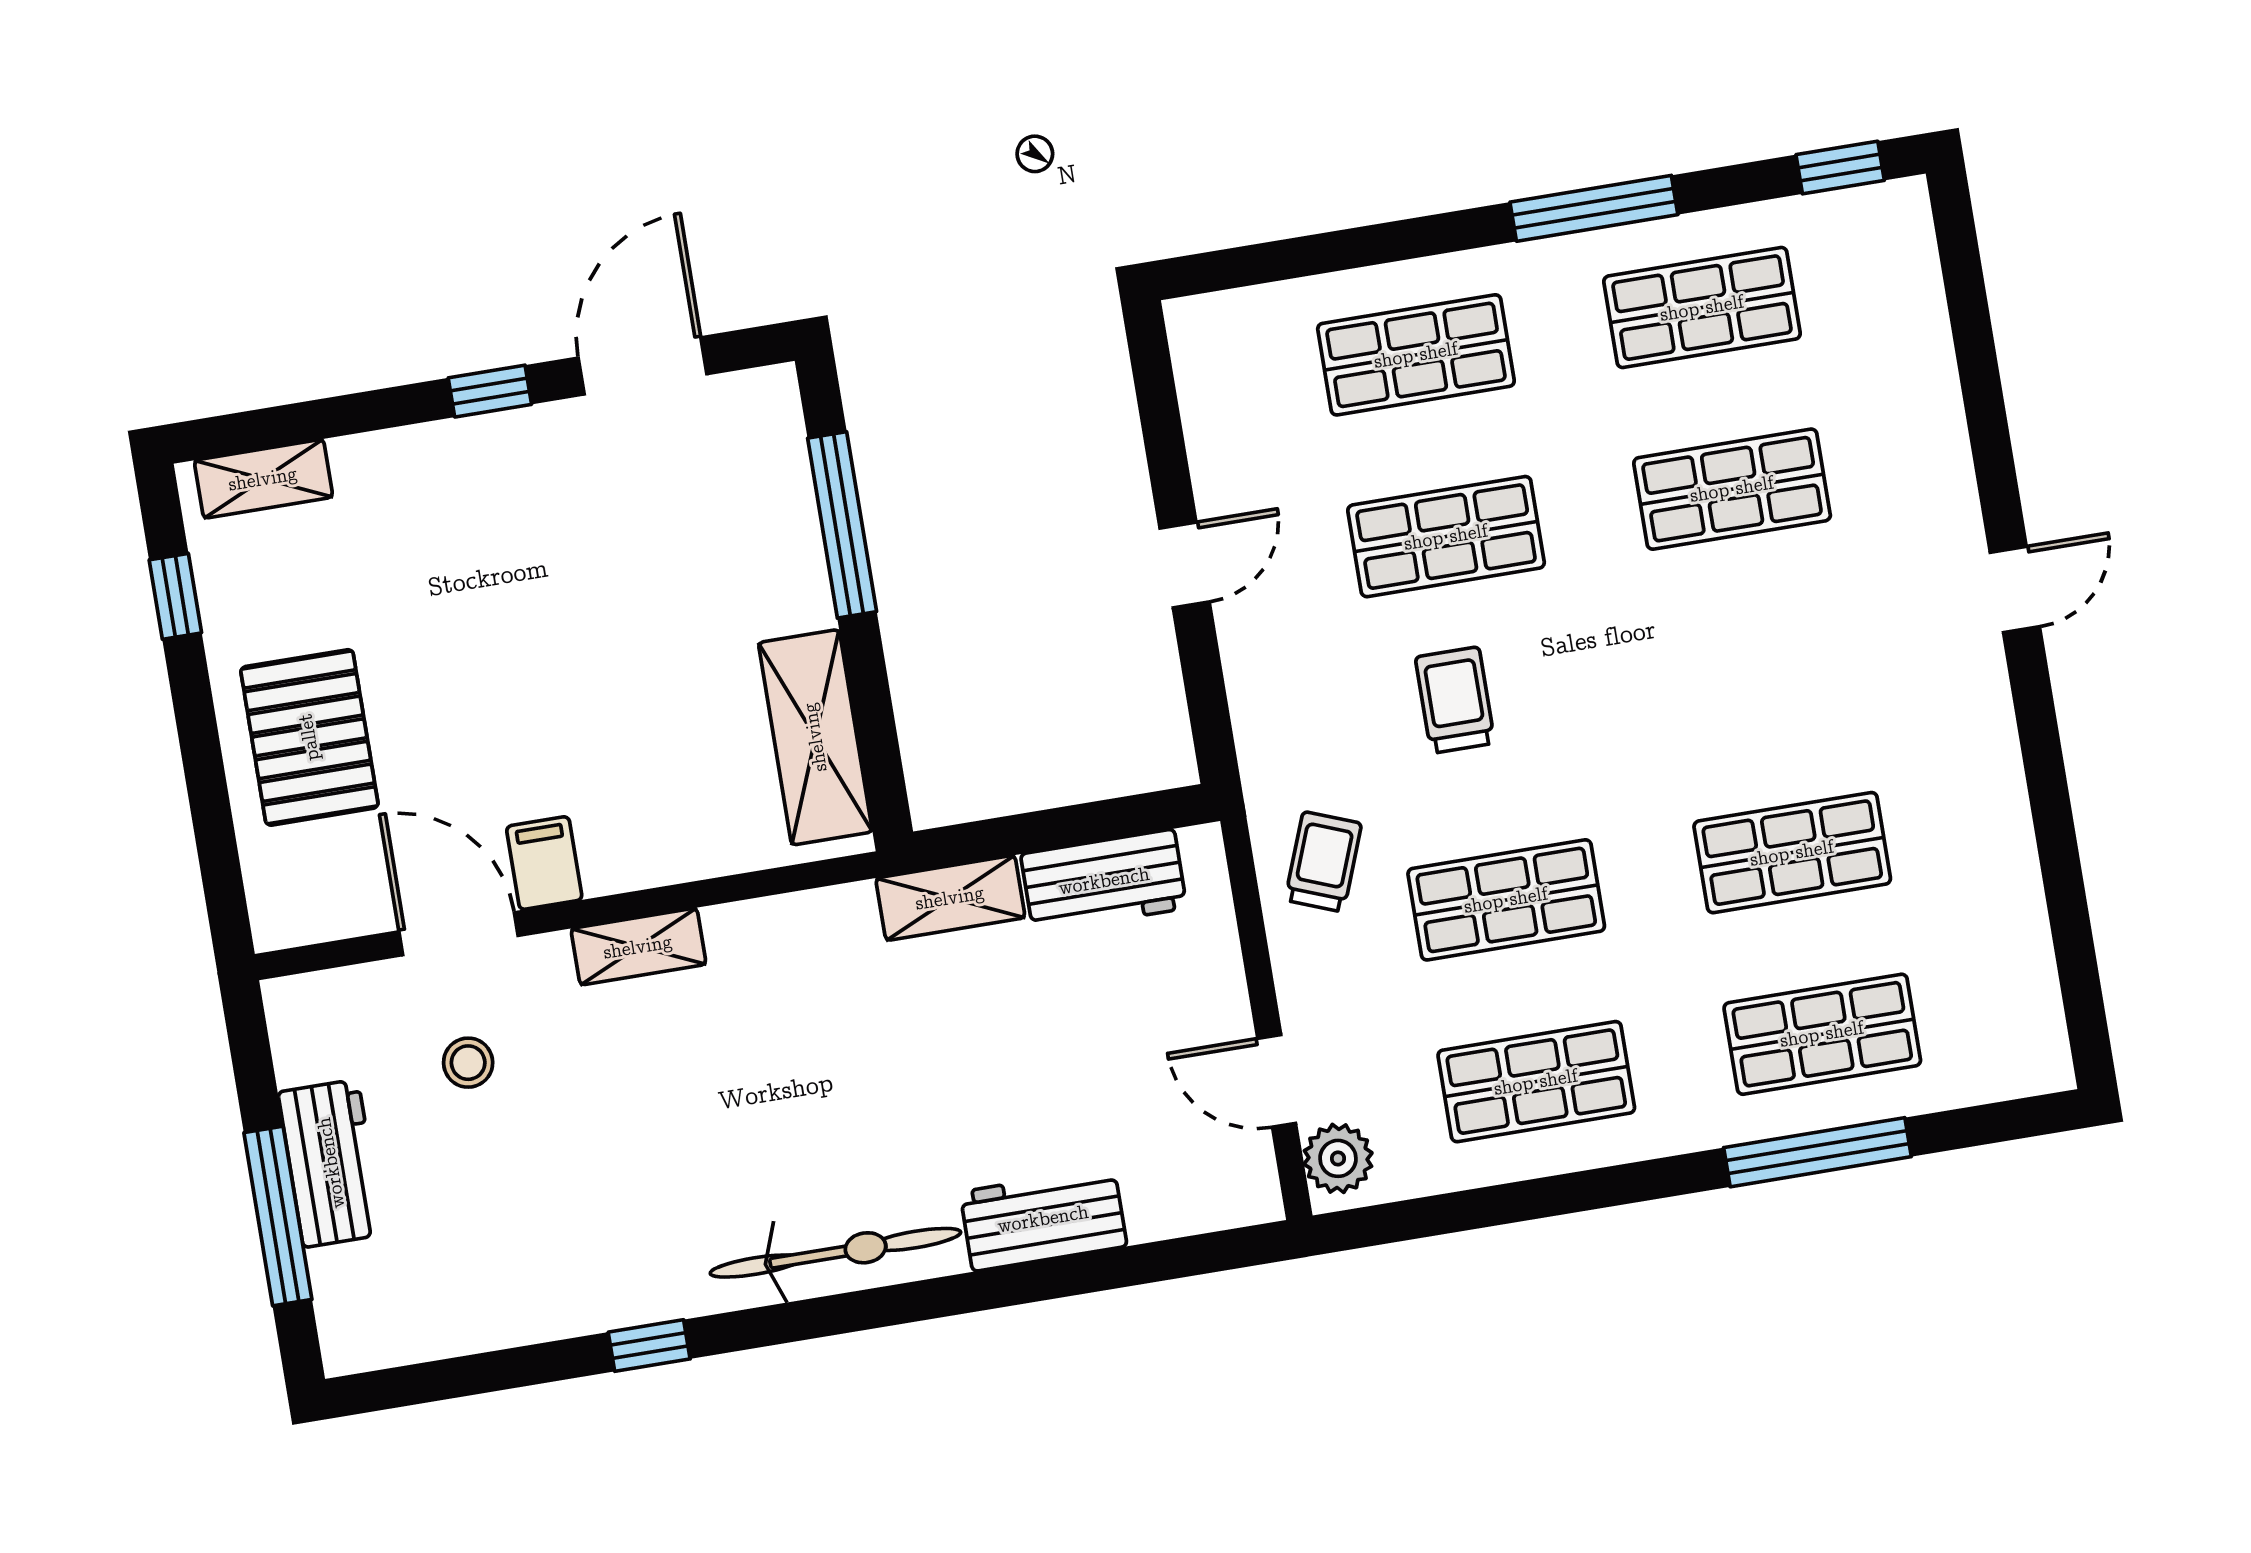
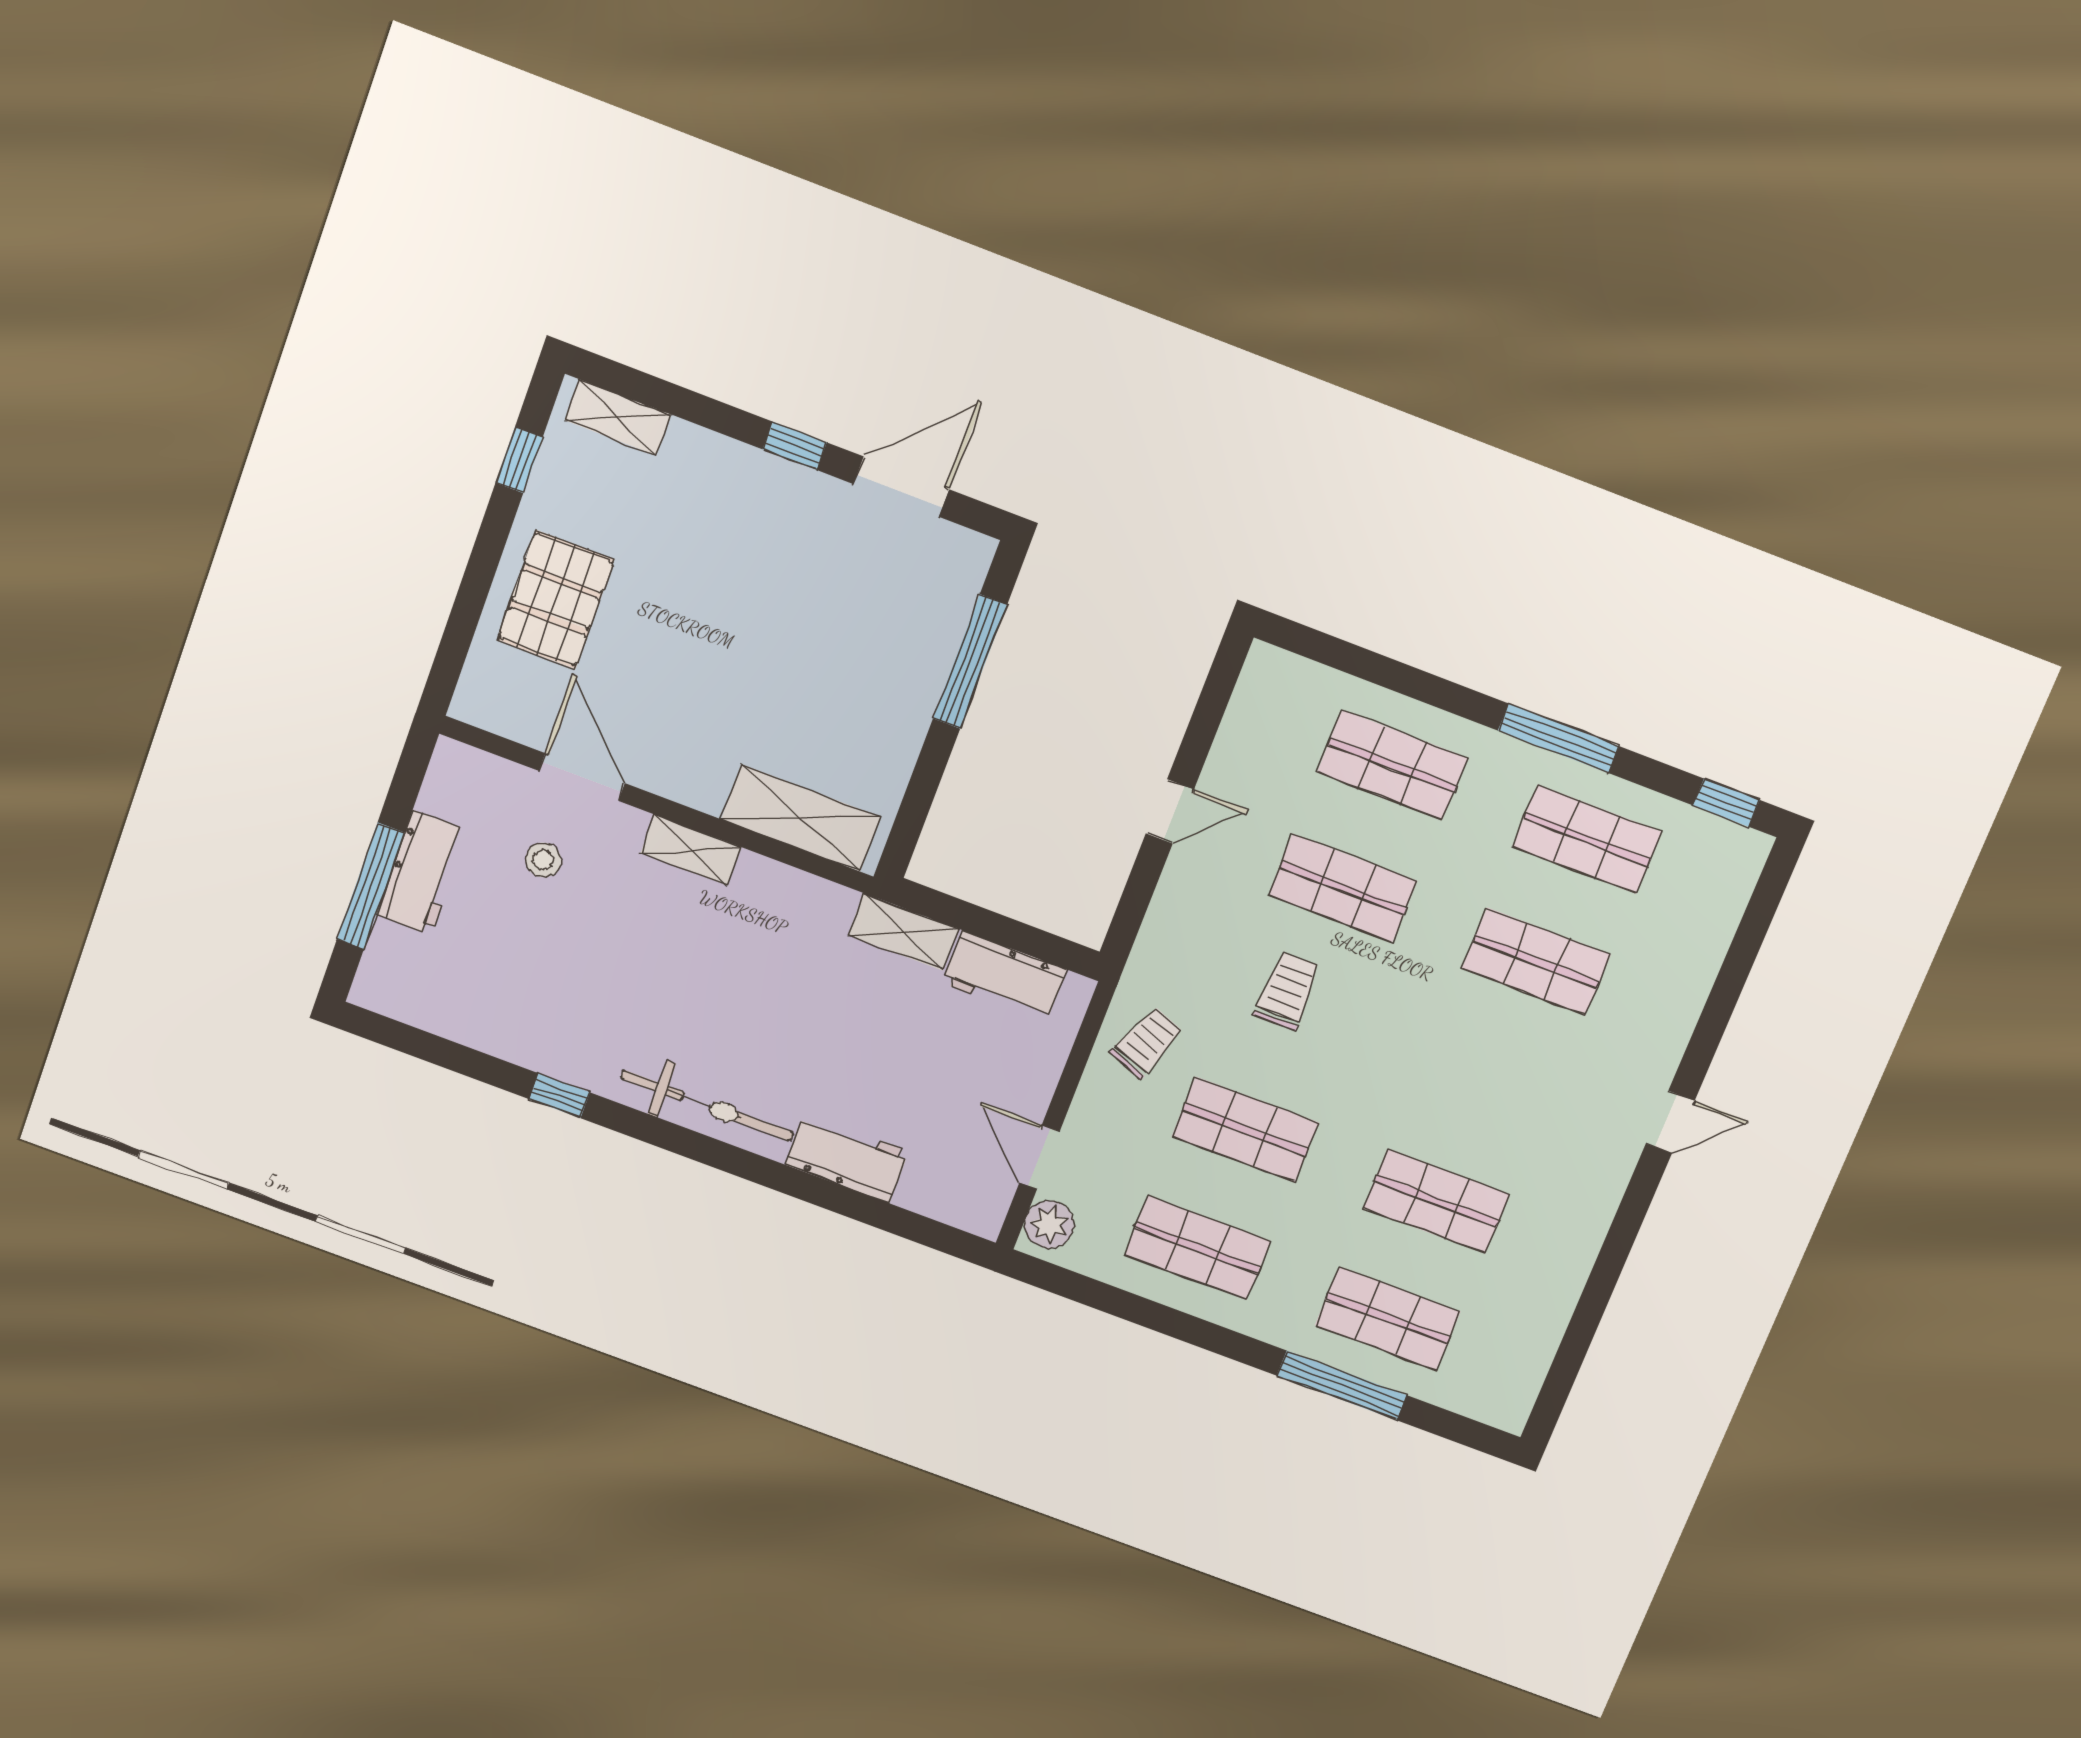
shelving: (815, 737) -> (801, 818), moved, turned 90
filing cabinet: (544, 863) -> (661, 764), removed

